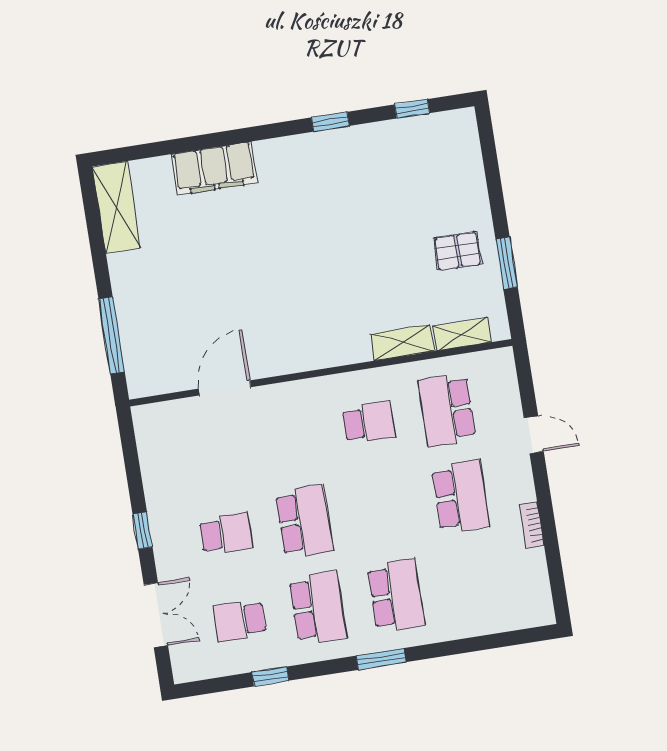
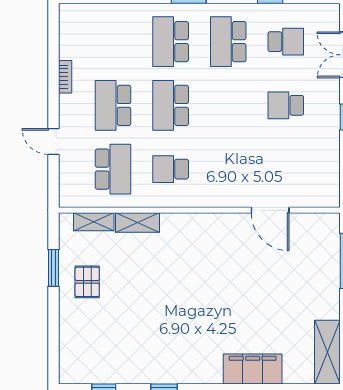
pallet: (458, 251) -> (87, 282), turned 90
door: (225, 388) -> (270, 210), hinge flipped
school desk: (304, 521) -> (171, 105), moved

